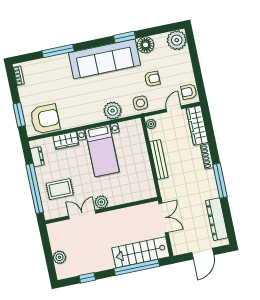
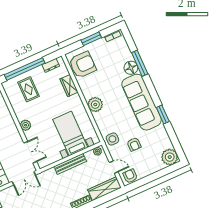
floor lamp: (146, 45) -> (131, 68), moved
plant: (113, 111) -> (95, 105), moved
window: (19, 115) -> (91, 39), moved
armchair: (45, 119) -> (82, 65), turned -90
bed with nightstands: (102, 151) -> (70, 133), moved, turned 90
double door: (82, 215) -> (30, 152), moved

